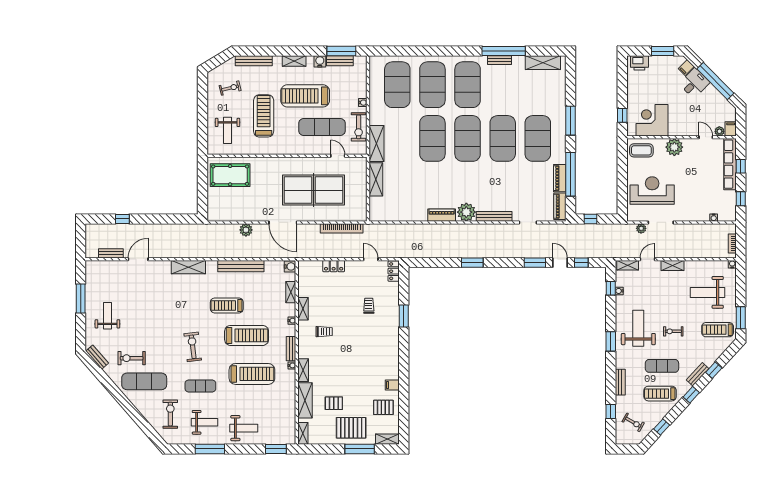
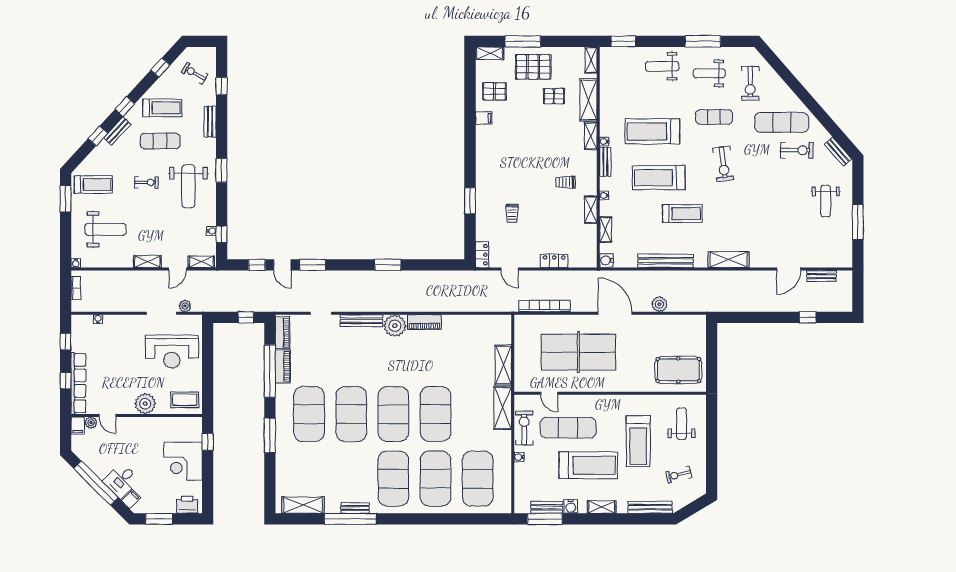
corner desk: (652, 120) -> (183, 461), moved, turned 90

